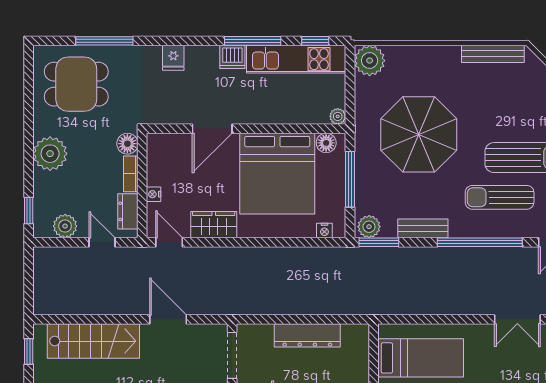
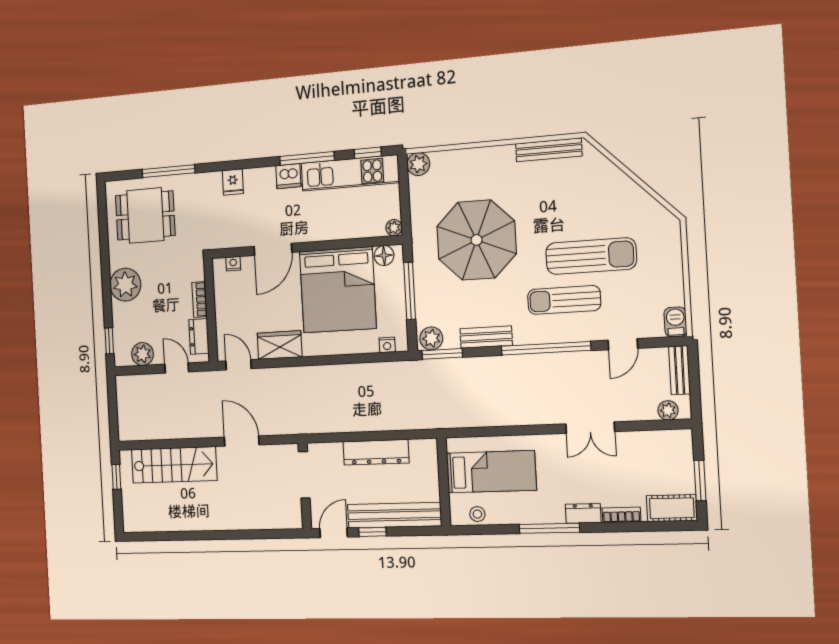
plant: (370, 61) -> (418, 164), width x0.73, depth x0.73
floor lamp: (127, 144) -> (195, 270), removed
nightstand: (154, 194) -> (233, 264), moved, turned 90

